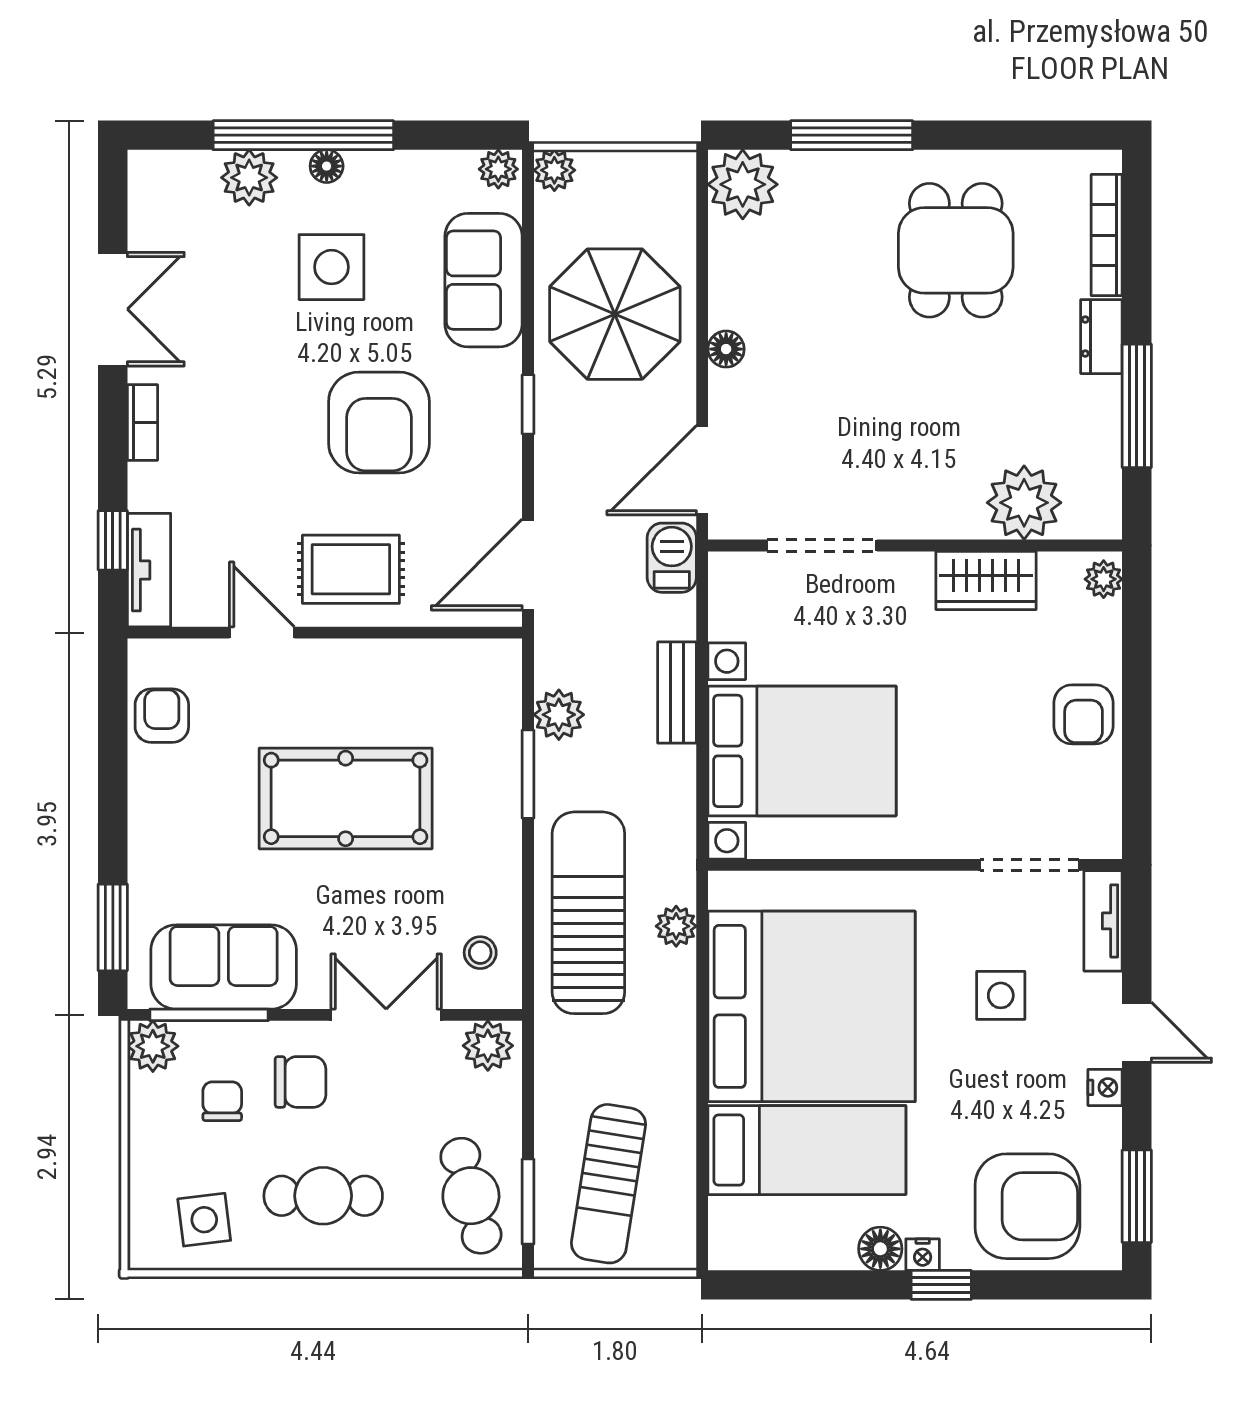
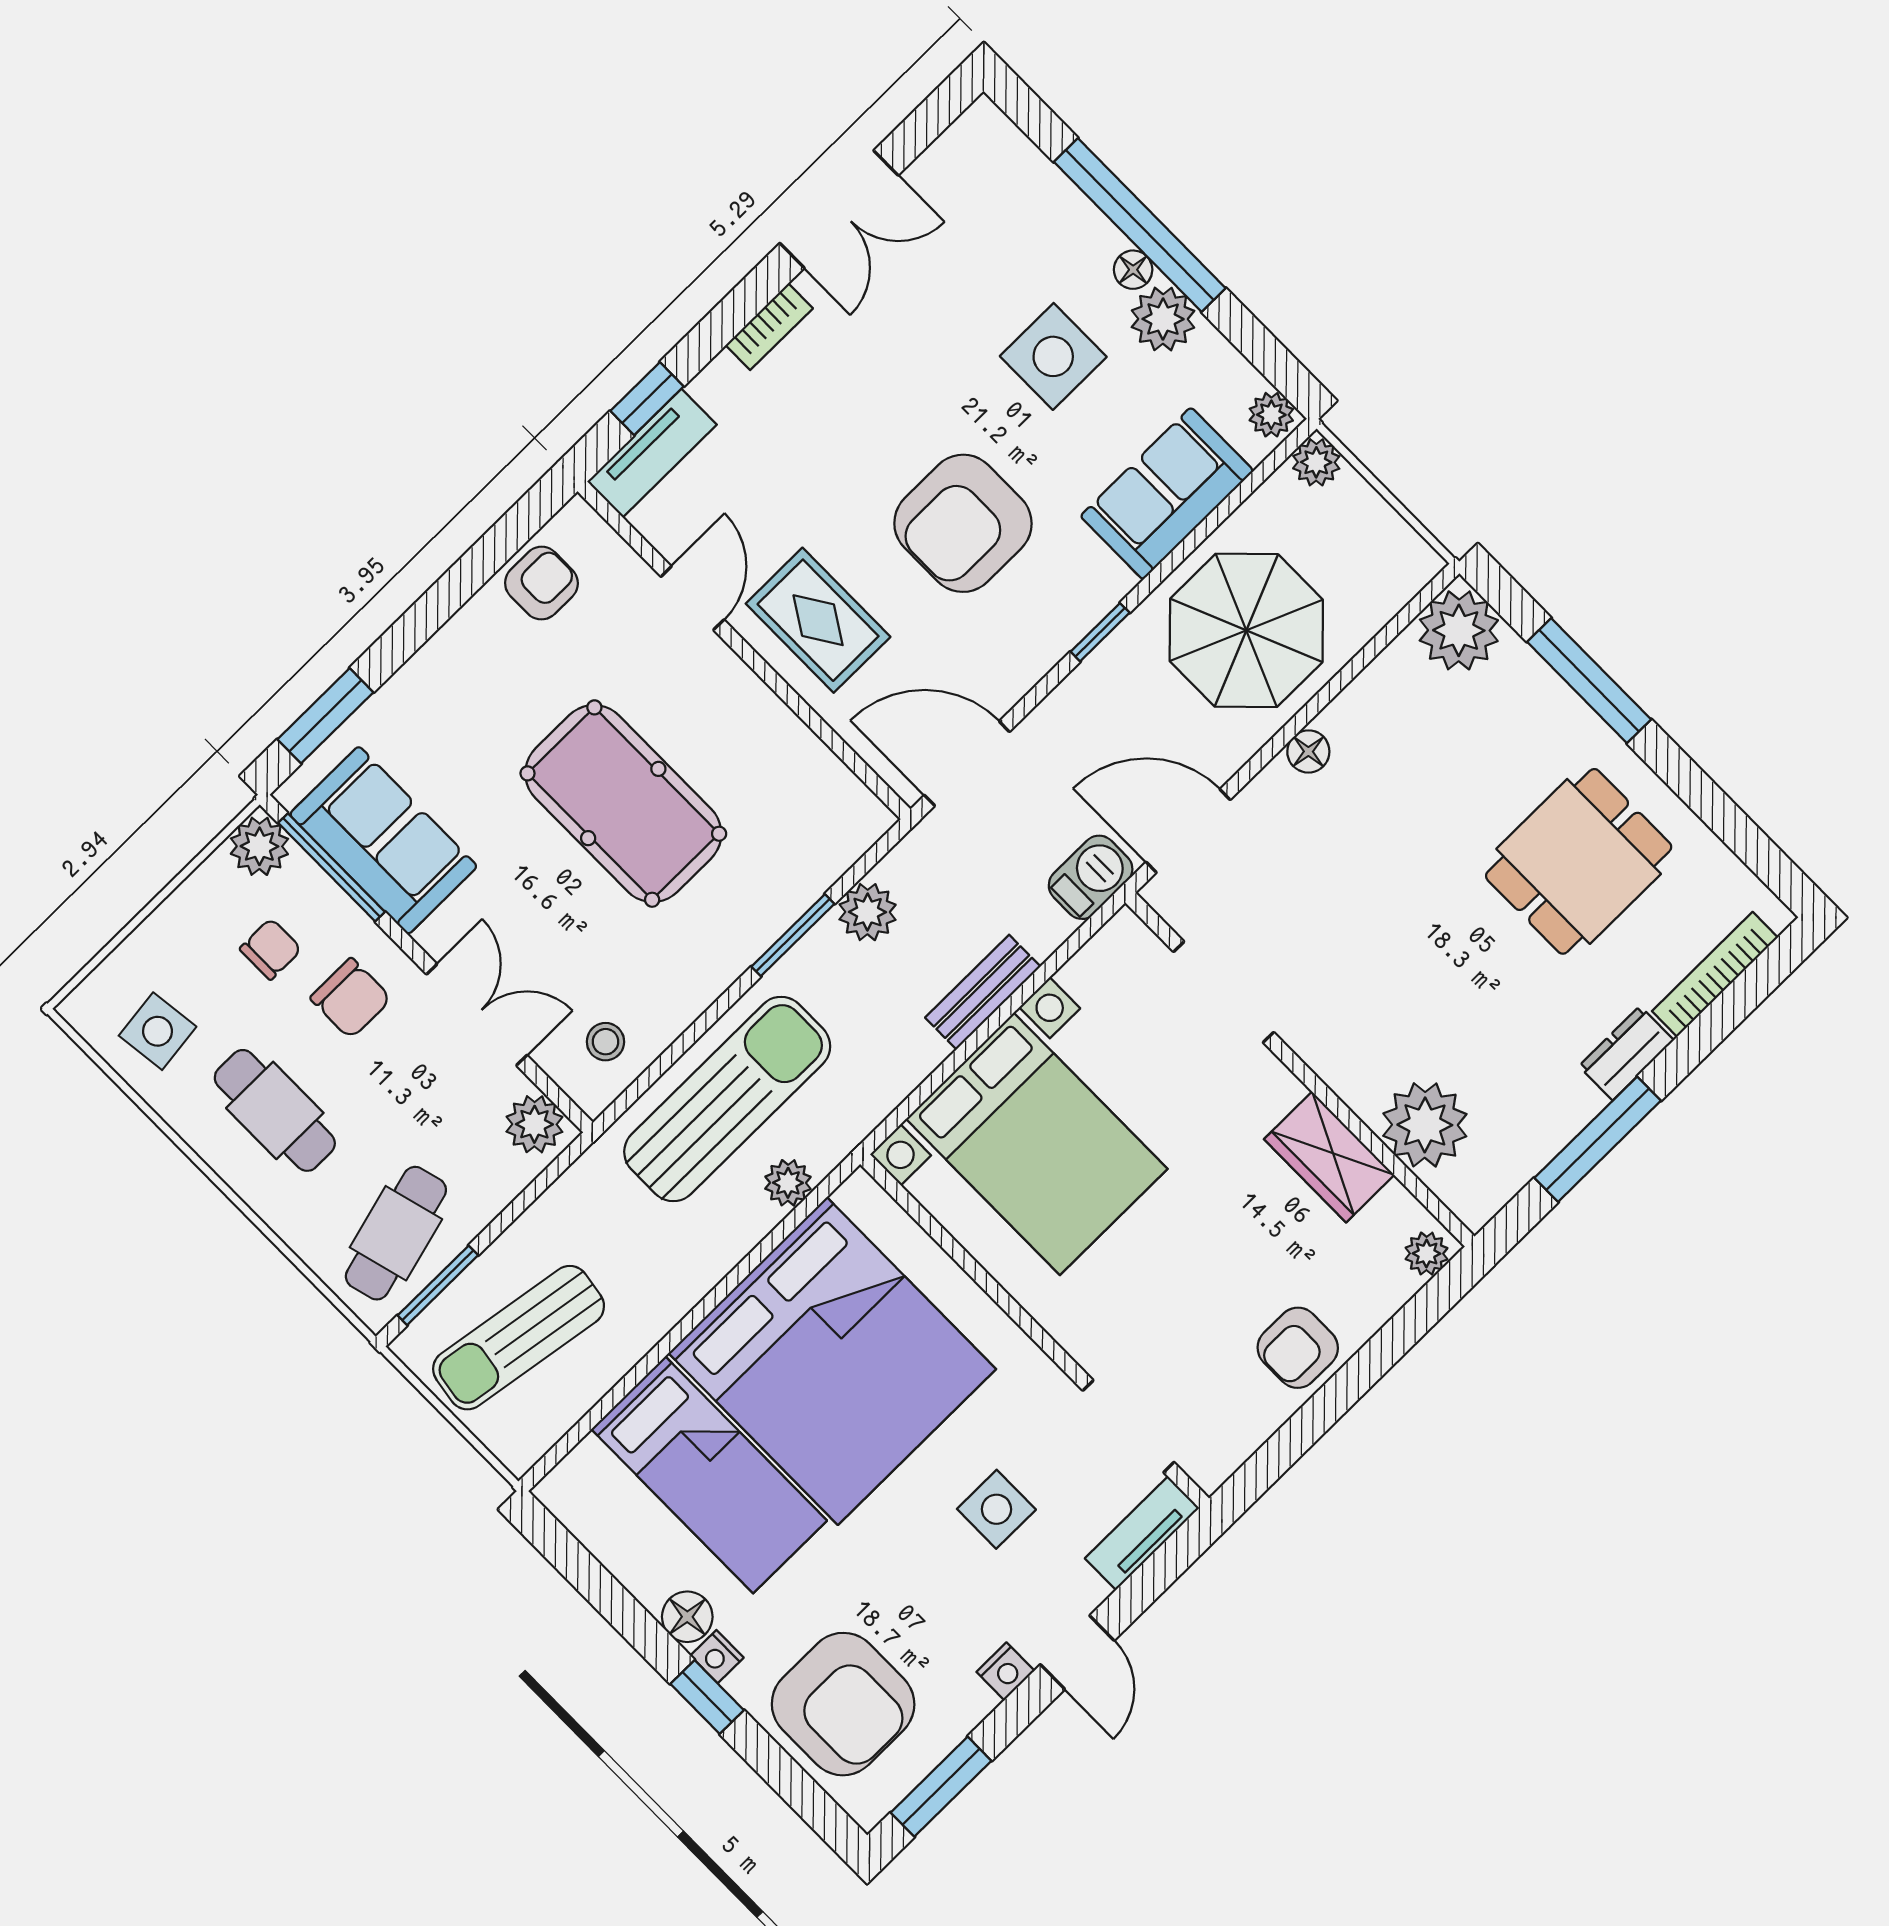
plant: (249, 178) -> (1163, 319), moved

